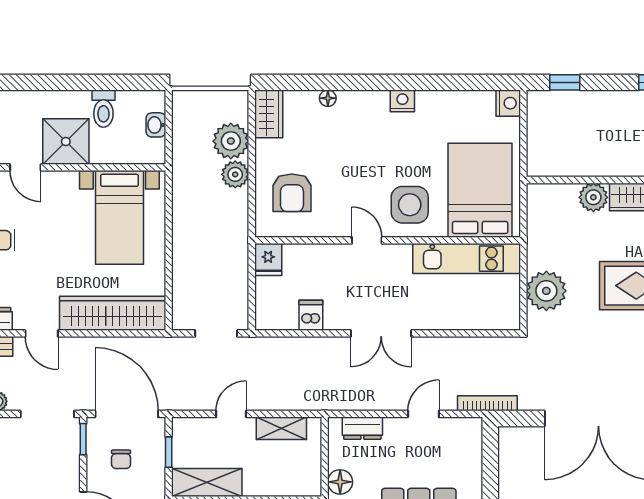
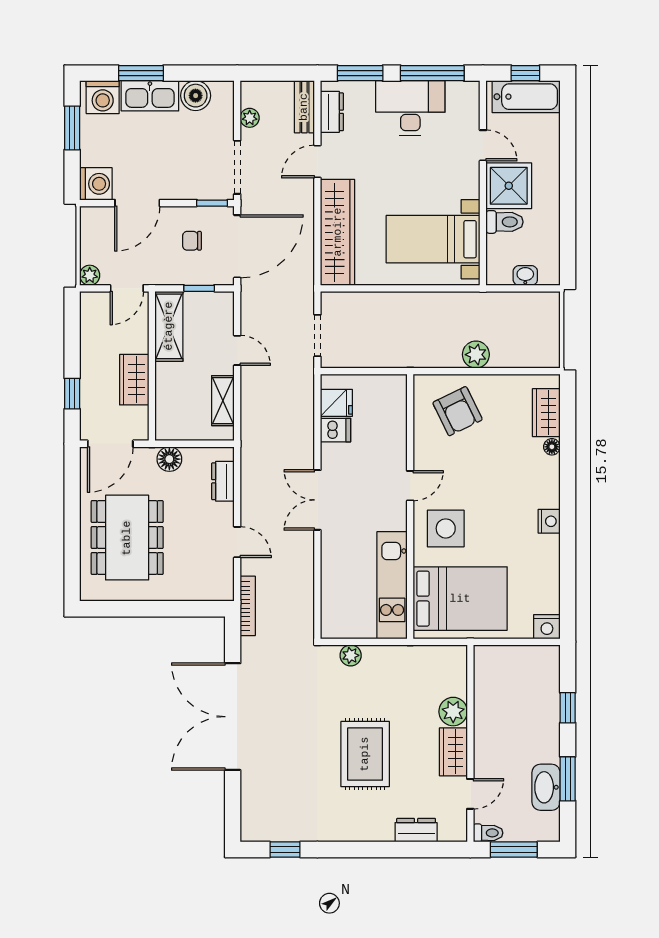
window: (565, 82) -> (568, 708), moved
toilet: (103, 109) -> (505, 222), moved, turned 180
wardrobe: (269, 114) -> (546, 413), moved, turned 90
plant: (231, 141) -> (509, 350), removed
door: (25, 167) -> (483, 145), swing flipped
armchair: (292, 193) -> (458, 411), turned -116
fridge: (268, 259) -> (336, 403), moved, turned 180
plant: (546, 291) -> (351, 655), width x0.53, depth x0.53

